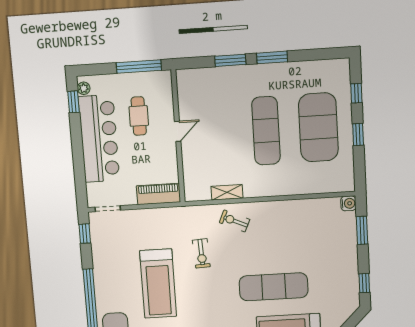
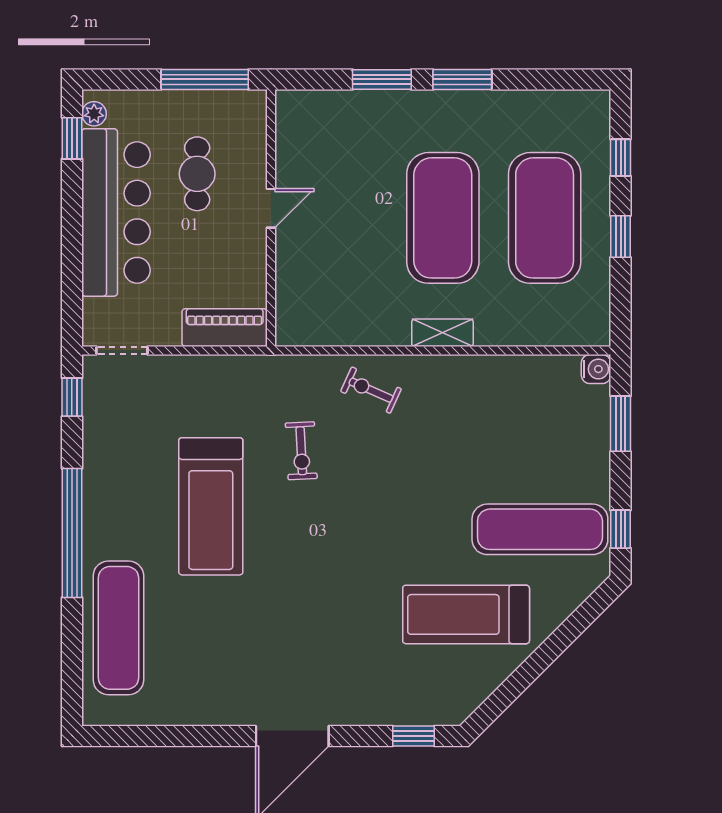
exercise mat: (266, 131) -> (443, 218), width x1.47
shelving: (227, 192) -> (442, 333), moved
exercise mat: (274, 287) -> (540, 529), moved

